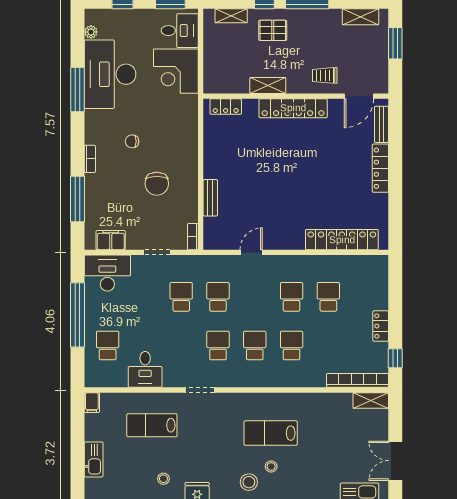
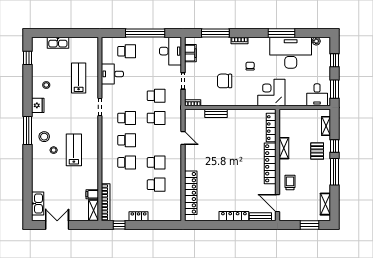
corner desk: (176, 71) -> (271, 93), moved
locker: (226, 107) -> (271, 128), width x1.53
filing cabinet: (92, 403) -> (92, 194), moved

